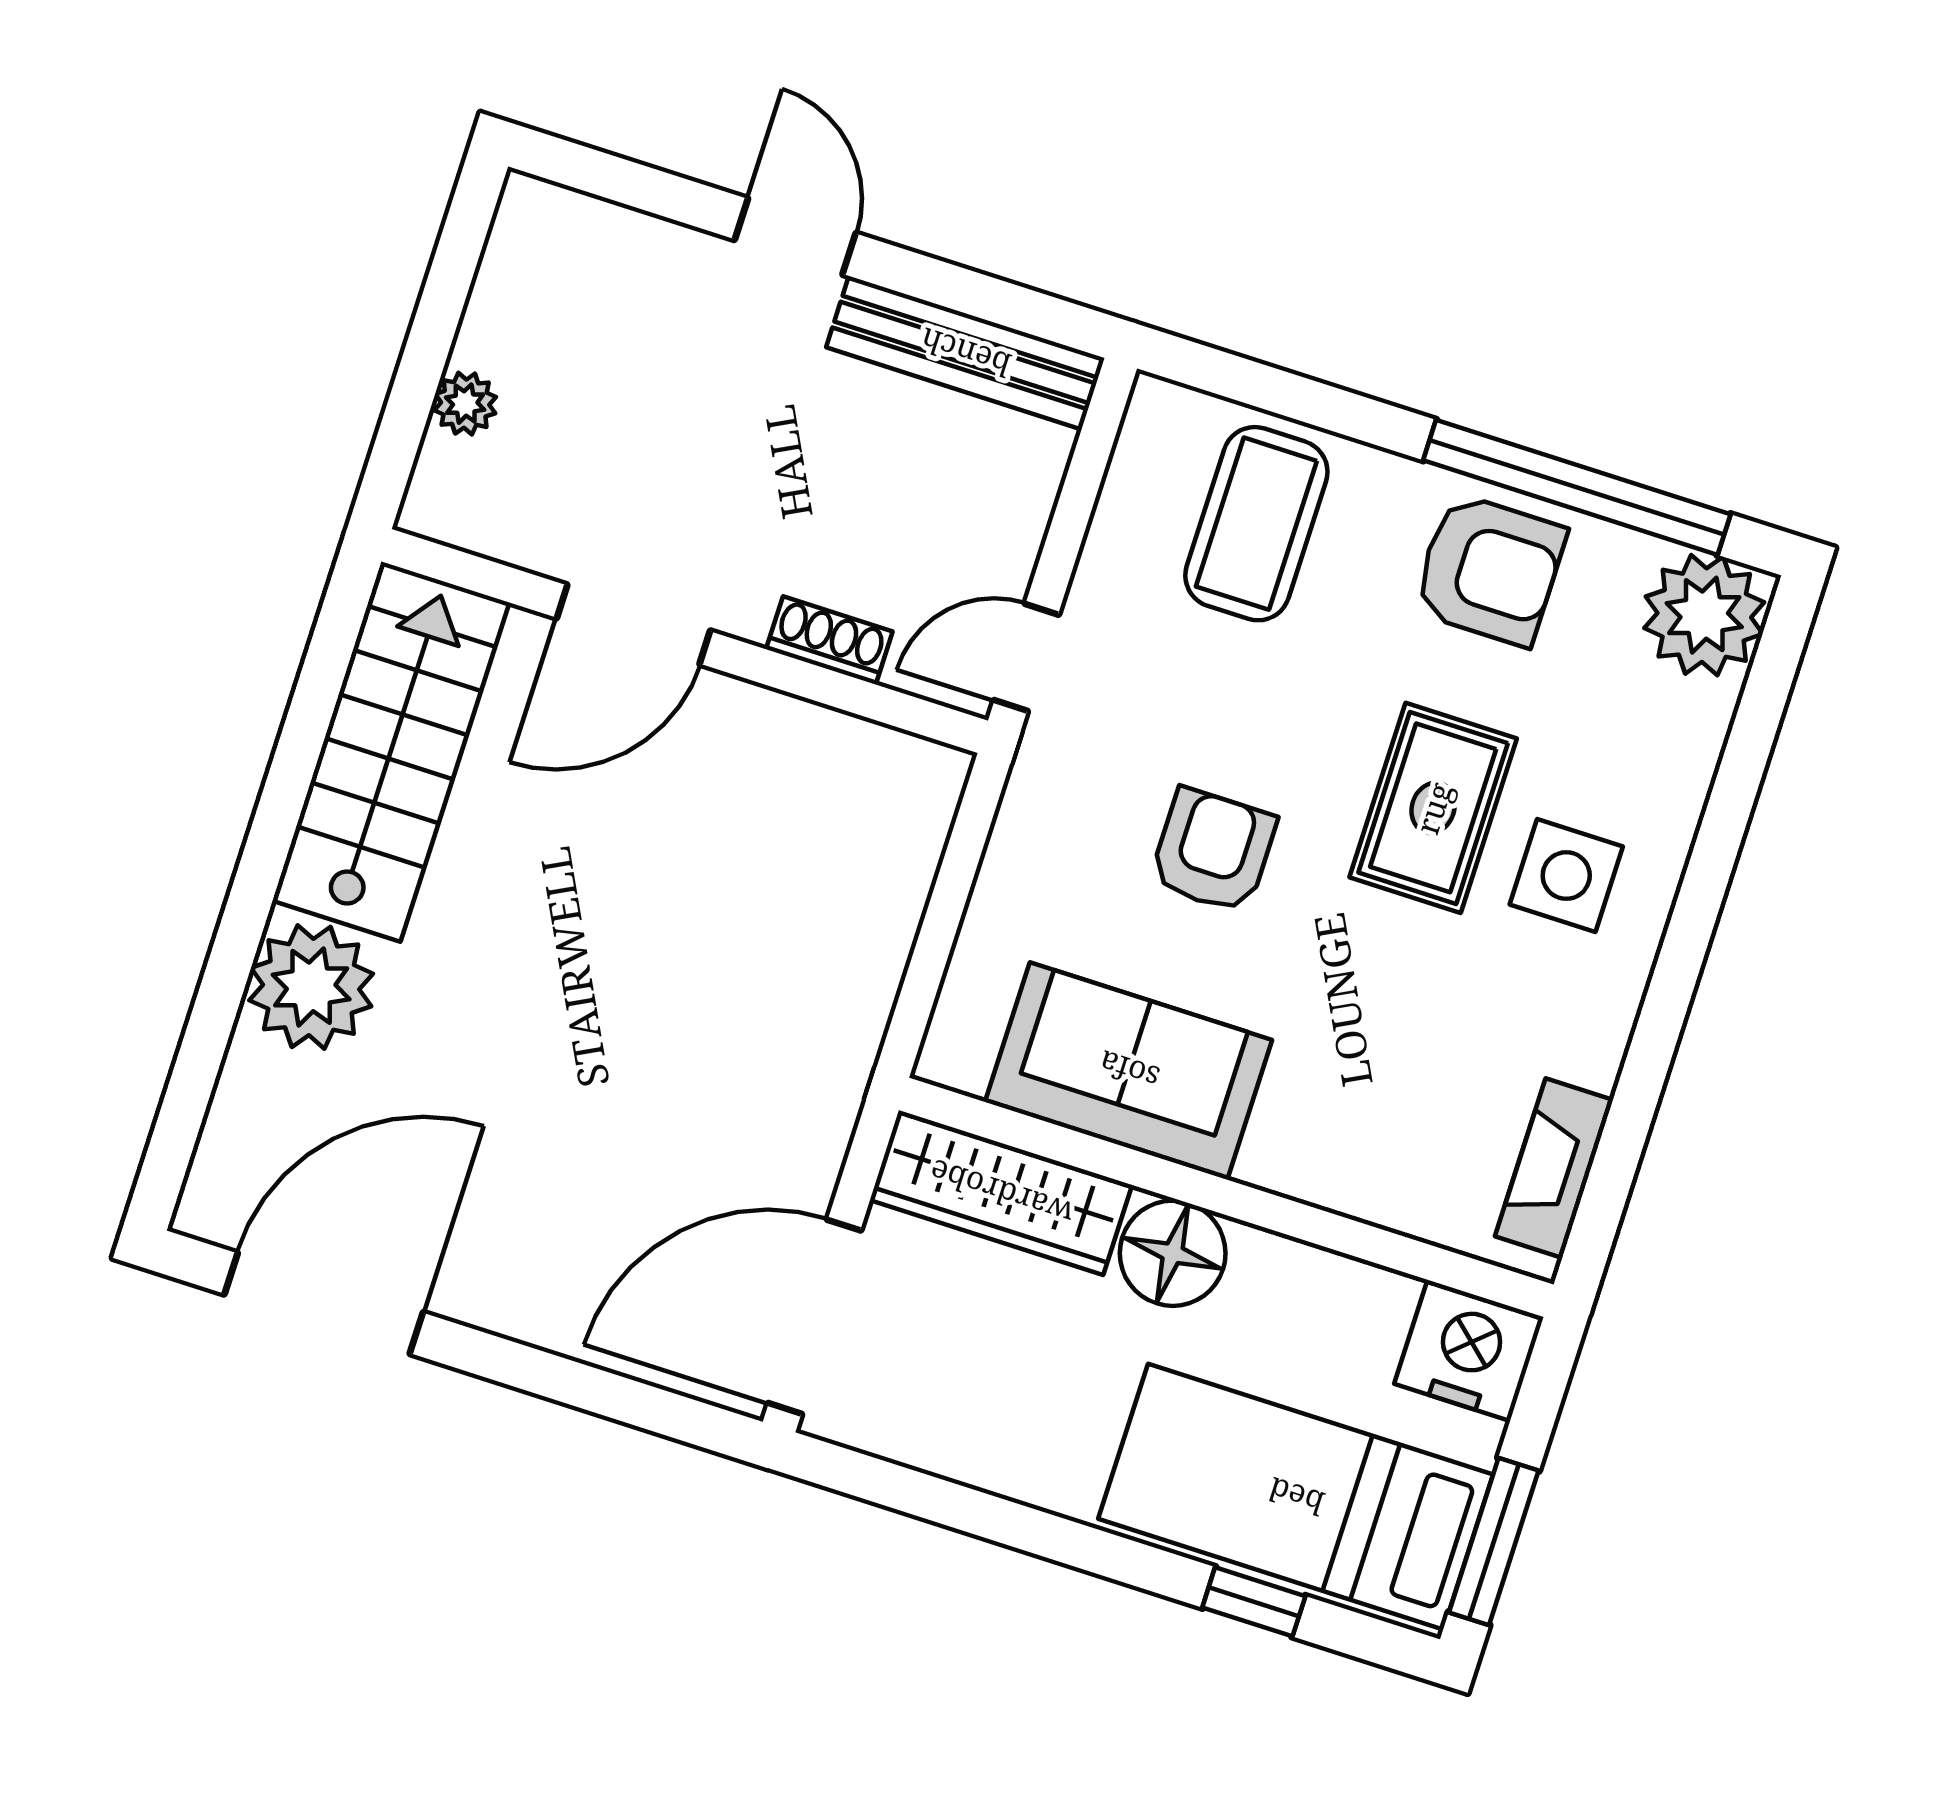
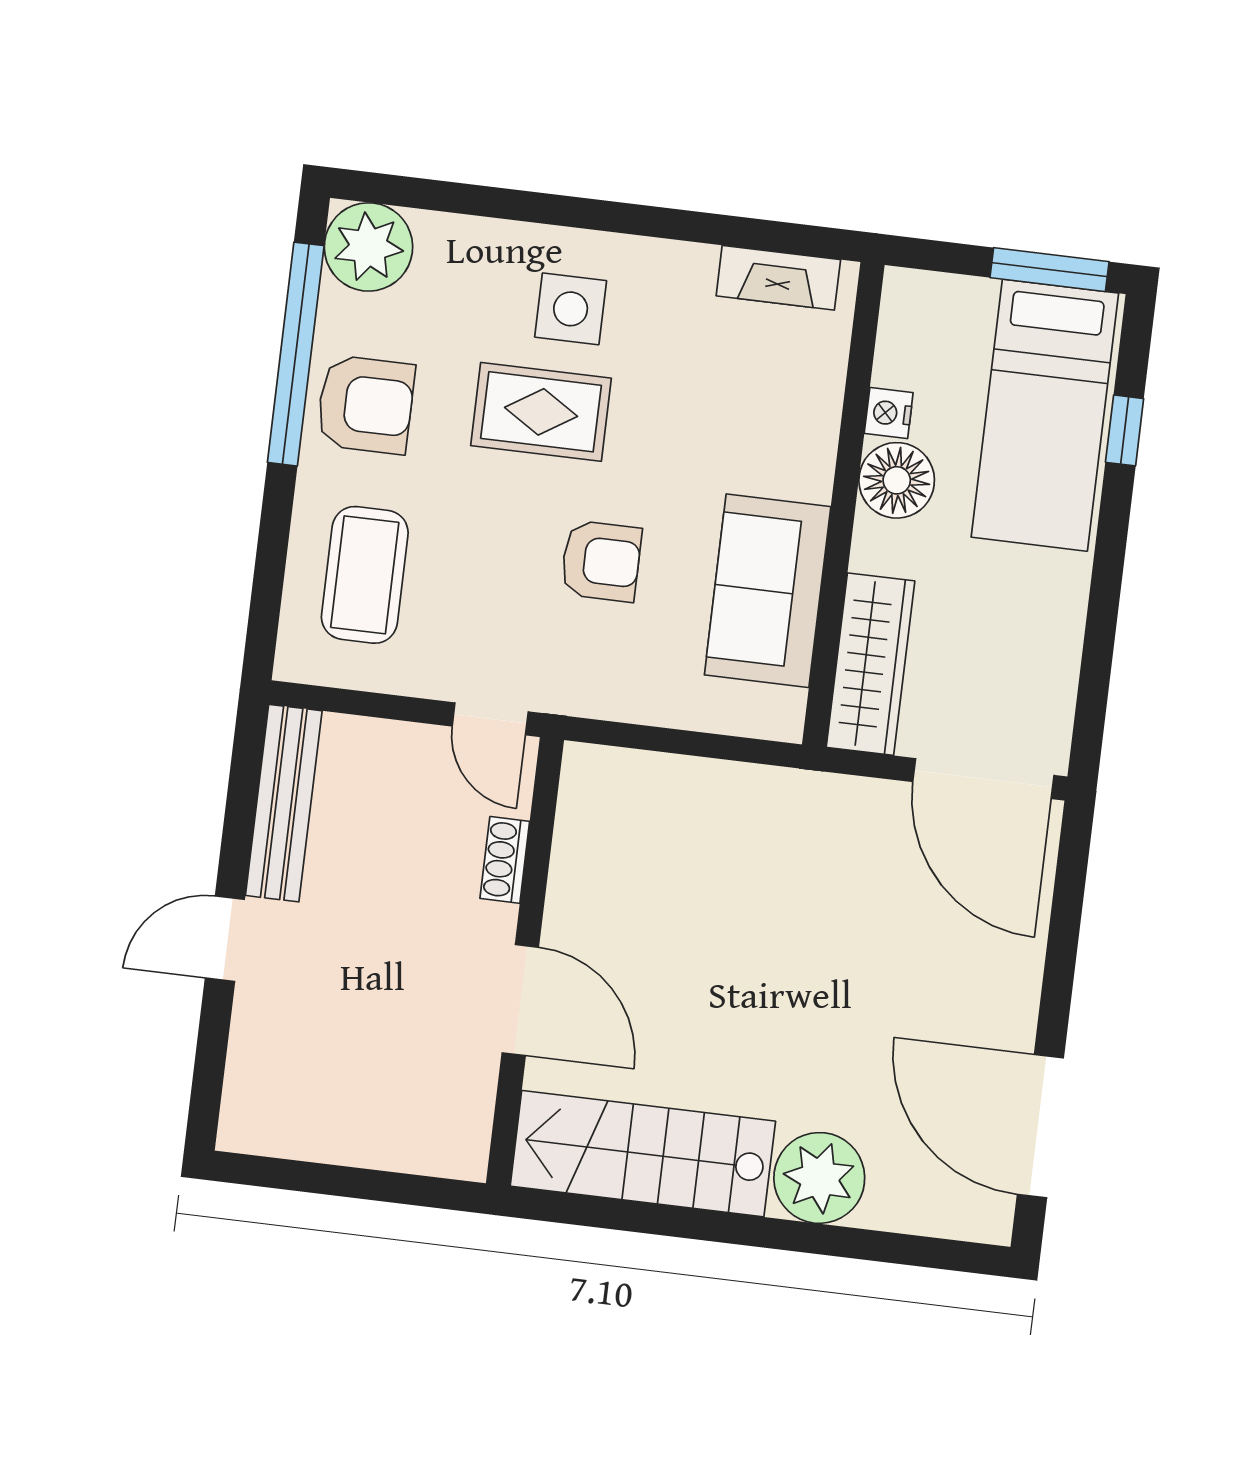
plant: (465, 404) -> (387, 1149), removed
coffee table: (1256, 524) -> (365, 575), turned 90
armchair: (1489, 570) -> (366, 405), turned 90
armchair: (1213, 851) -> (601, 561), turned 180
floor lamp: (1173, 1253) -> (897, 480), moved
nightstand: (1469, 1350) -> (889, 413), moved, width x0.53, depth x0.56

